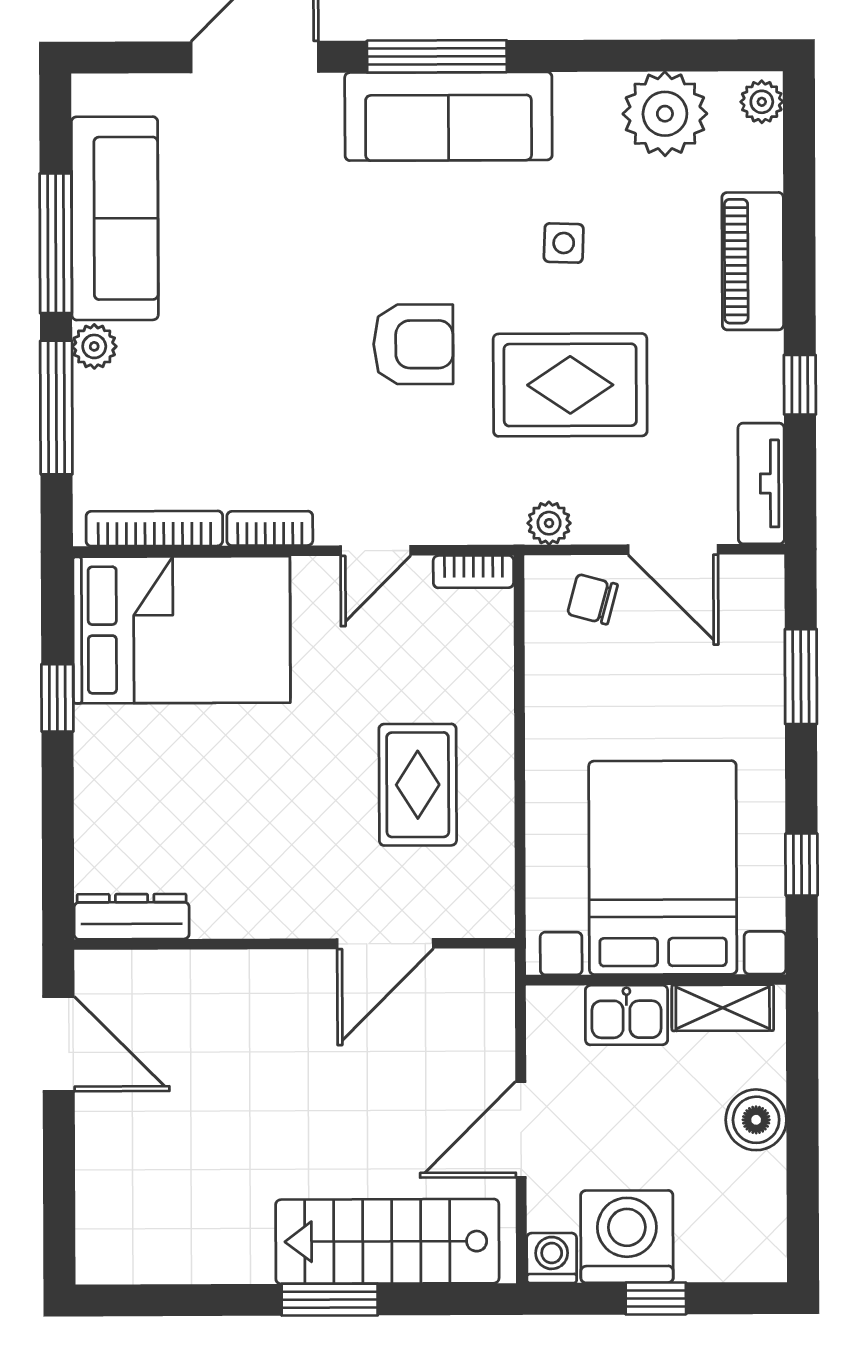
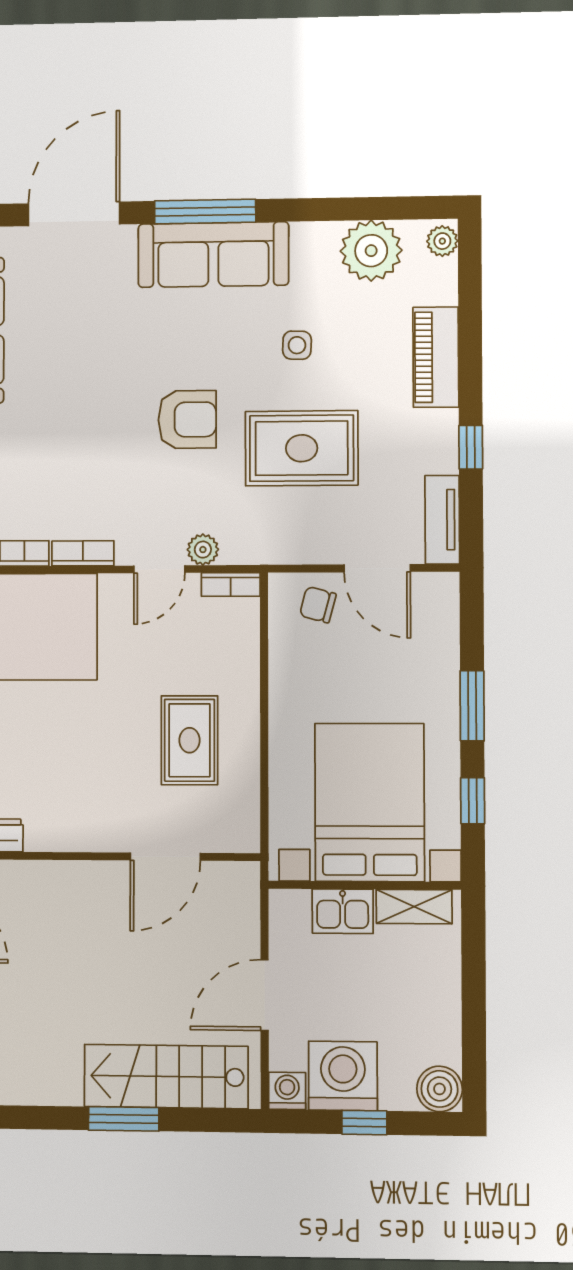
plant: (549, 523) -> (203, 550), moved
window: (801, 677) -> (472, 706), moved
boiler: (756, 1120) -> (440, 1089), moved

